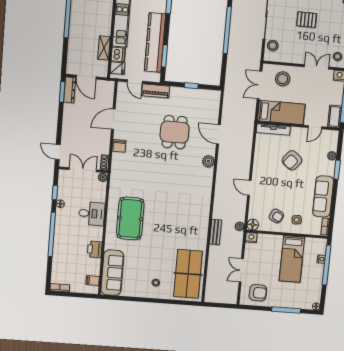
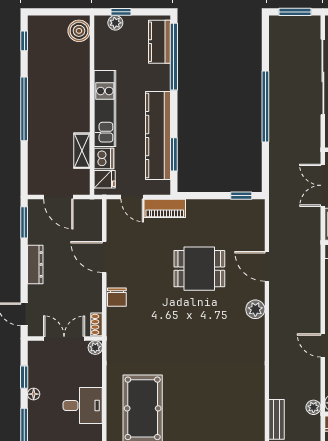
window: (191, 86) -> (241, 196), moved
dresser: (70, 90) -> (35, 264), moved
door: (113, 119) -> (104, 257), hinge flipped
dining table: (175, 132) -> (199, 269), turned 90

